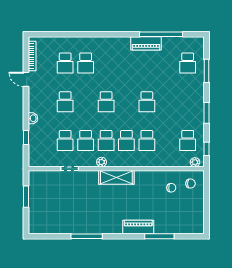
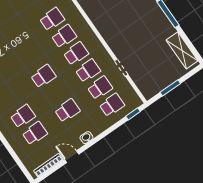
door: (26, 79) -> (72, 157), swing flipped
school desk: (147, 102) -> (112, 105), moved
washbasin: (33, 118) -> (86, 138), moved
window: (26, 138) -> (133, 114), moved
plant: (102, 162) -> (97, 45), removed
shelving: (116, 177) -> (182, 50), moved

